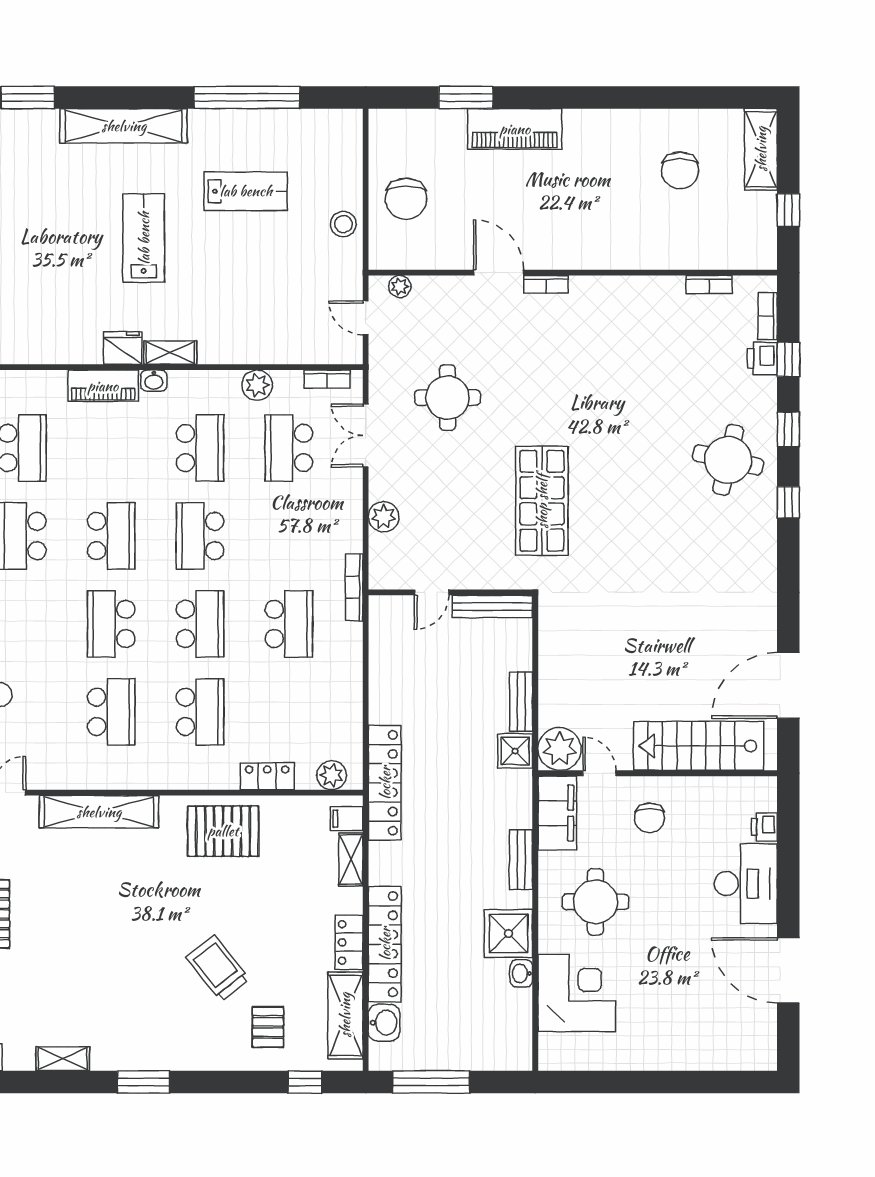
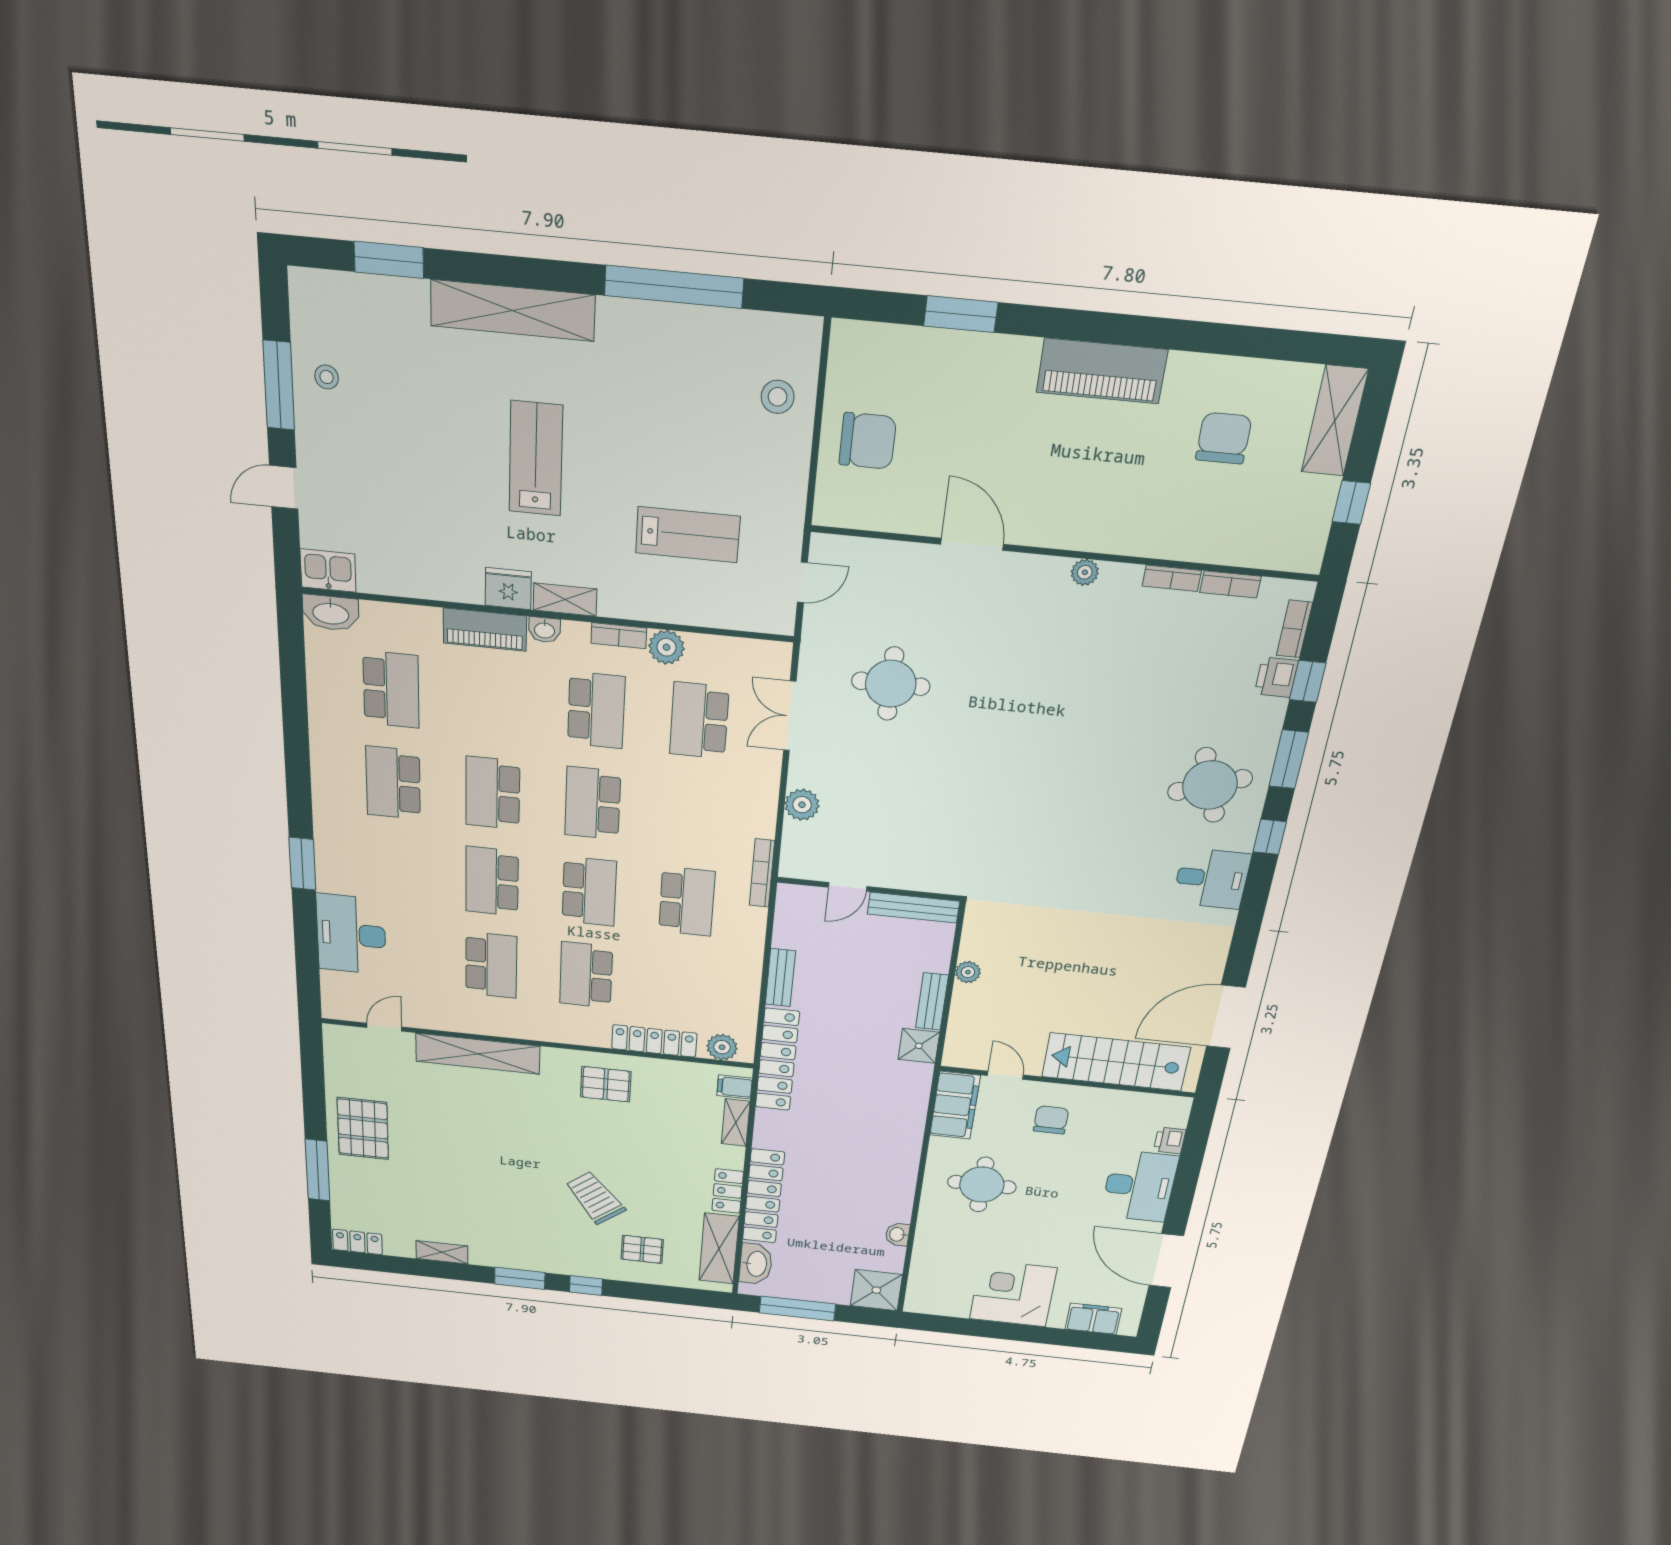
piano: (515, 129) -> (1102, 371), moved
chair: (680, 170) -> (1224, 438), turned 180
lab bench: (246, 191) -> (688, 535), moved
chair: (406, 199) -> (868, 441), turned -90
stool: (343, 224) -> (778, 397), moved
bookcase: (546, 284) -> (1172, 578), moved
plant: (400, 286) -> (1085, 572), moved
door: (366, 318) -> (802, 582), swing flipped
bookcase: (327, 379) -> (619, 636), moved
window: (788, 429) -> (1289, 759), width x1.50
round table: (728, 460) -> (1210, 785), turned -32
shop shelf: (542, 501) -> (985, 806), removed
school desk: (111, 536) -> (493, 793), turned 180
desk: (747, 548) -> (1212, 879), added
school desk: (200, 712) -> (586, 975), turned 180
plant: (560, 749) -> (968, 972), moved, width x0.53, depth x0.53
locker: (267, 776) -> (654, 1041), width x1.53
chair: (650, 818) -> (1051, 1120), turned 180
pallet: (223, 831) -> (606, 1084), width x0.67, depth x0.71
bench: (521, 860) -> (780, 978), moved
shower: (508, 933) -> (876, 1290), moved
corner desk: (577, 993) -> (1013, 1293), moved, turned -90
washbasin: (384, 1023) -> (756, 1264), width x1.38
pallet: (268, 1027) -> (642, 1249), turned 90
filing cabinet: (730, 1054) -> (1093, 1319), added
window: (305, 1082) -> (586, 1285), moved

